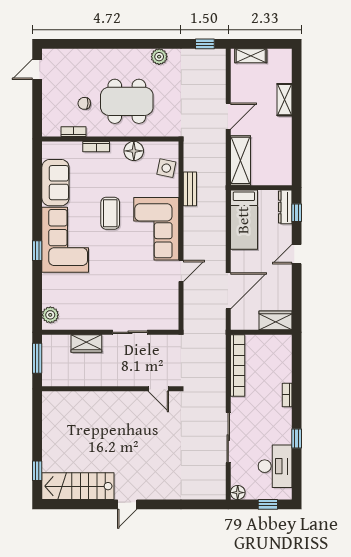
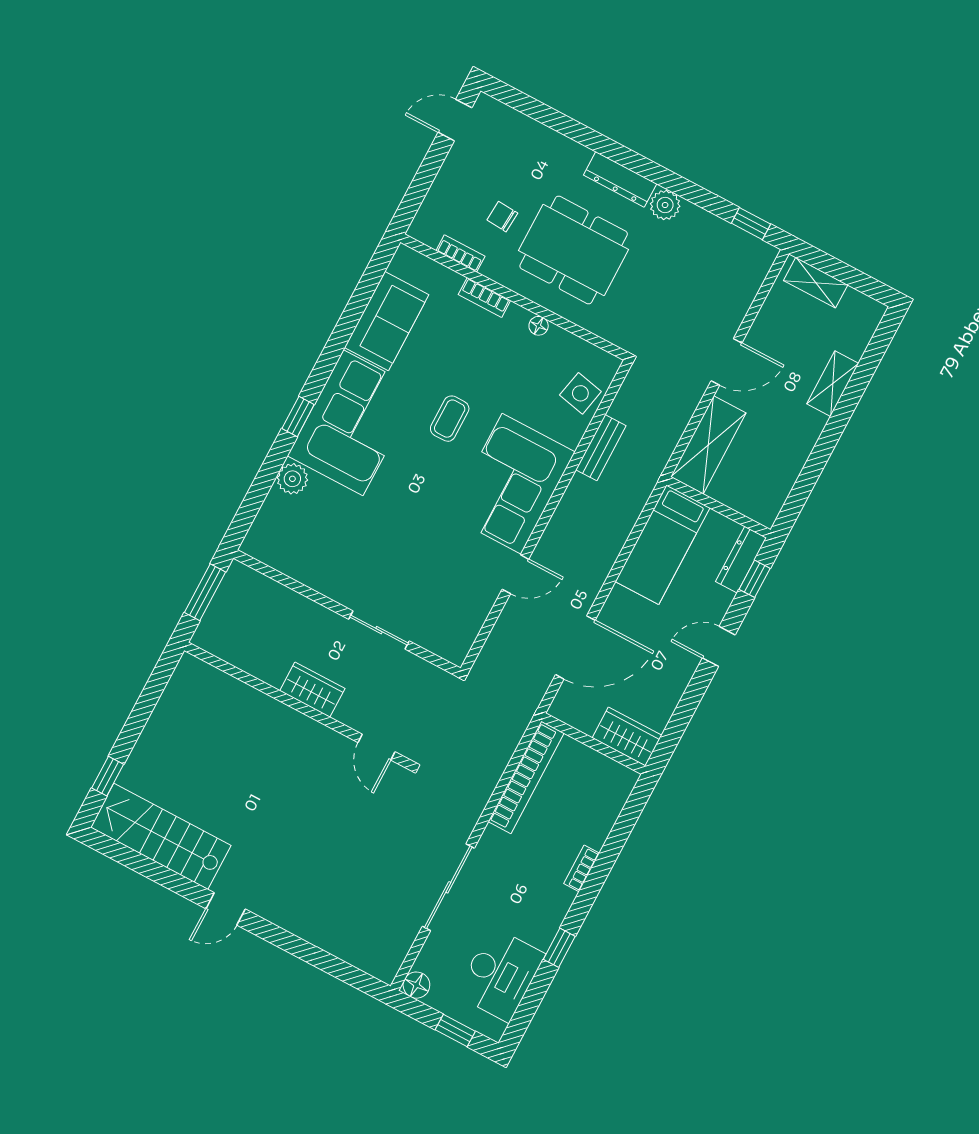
dresser: (131, 56) -> (620, 179), added
floor lamp: (134, 151) -> (539, 326), width x0.53, depth x0.53
coffee table: (110, 213) -> (450, 419), width x0.73, depth x0.77
plant: (50, 315) -> (292, 479), moved
wardrobe: (86, 344) -> (312, 690), moved, turned 180

